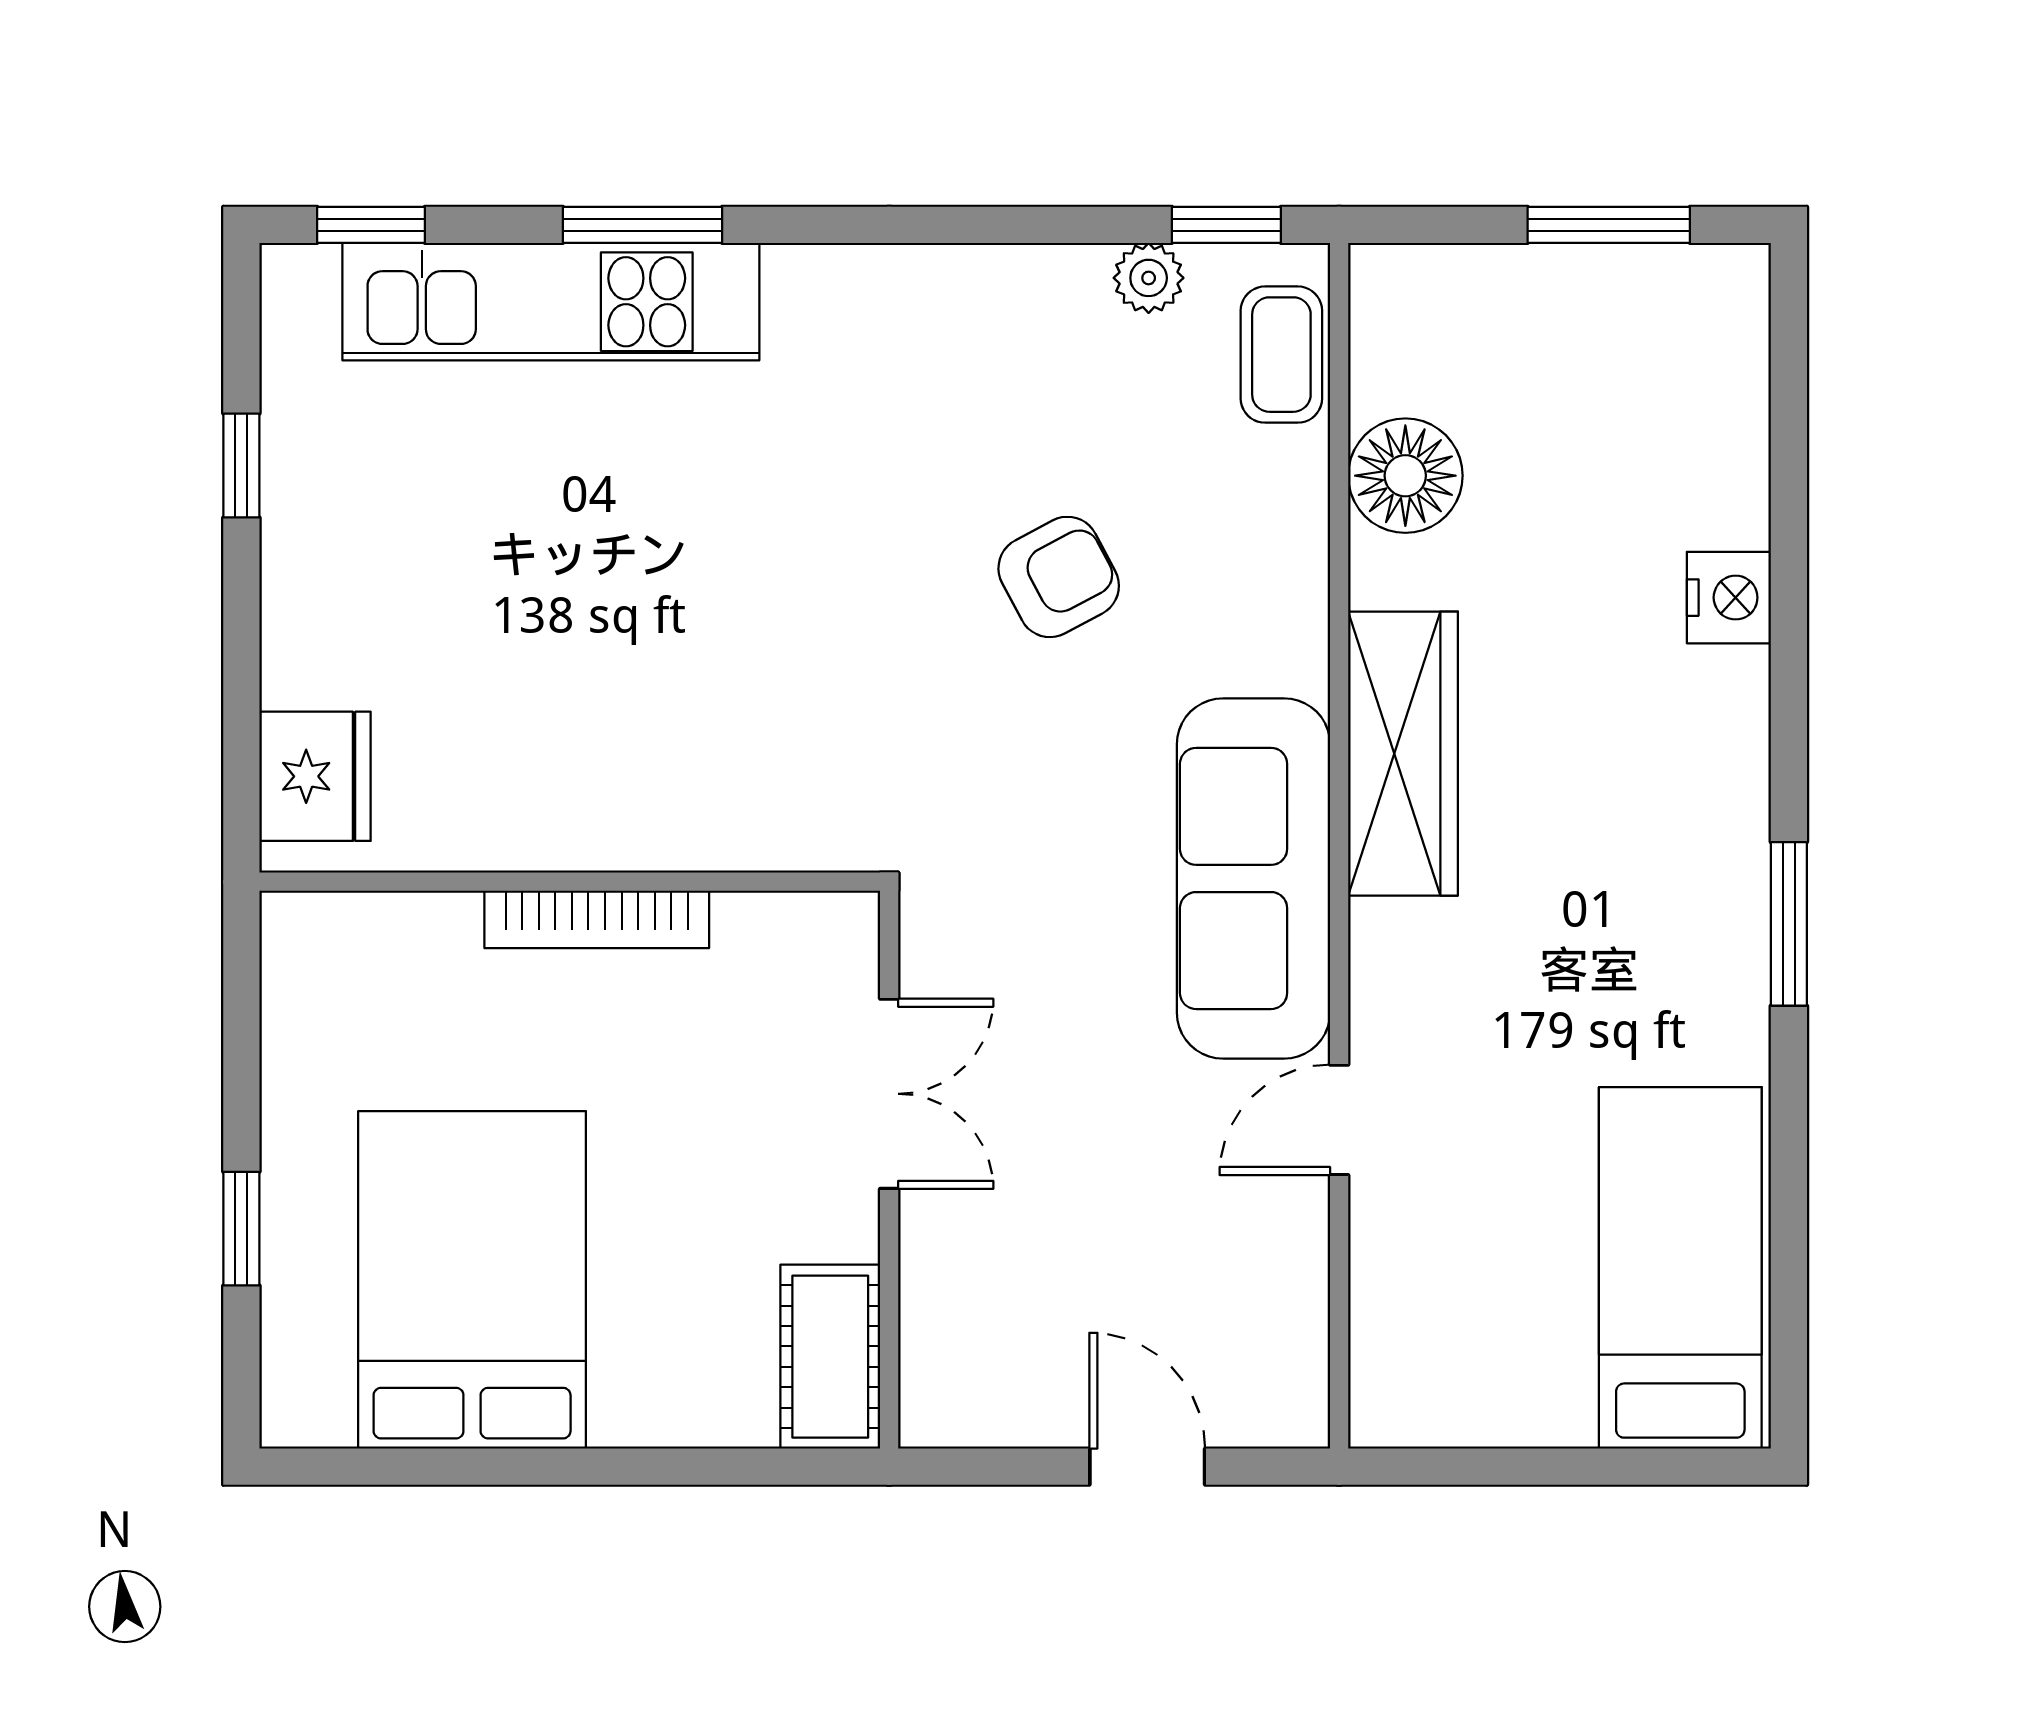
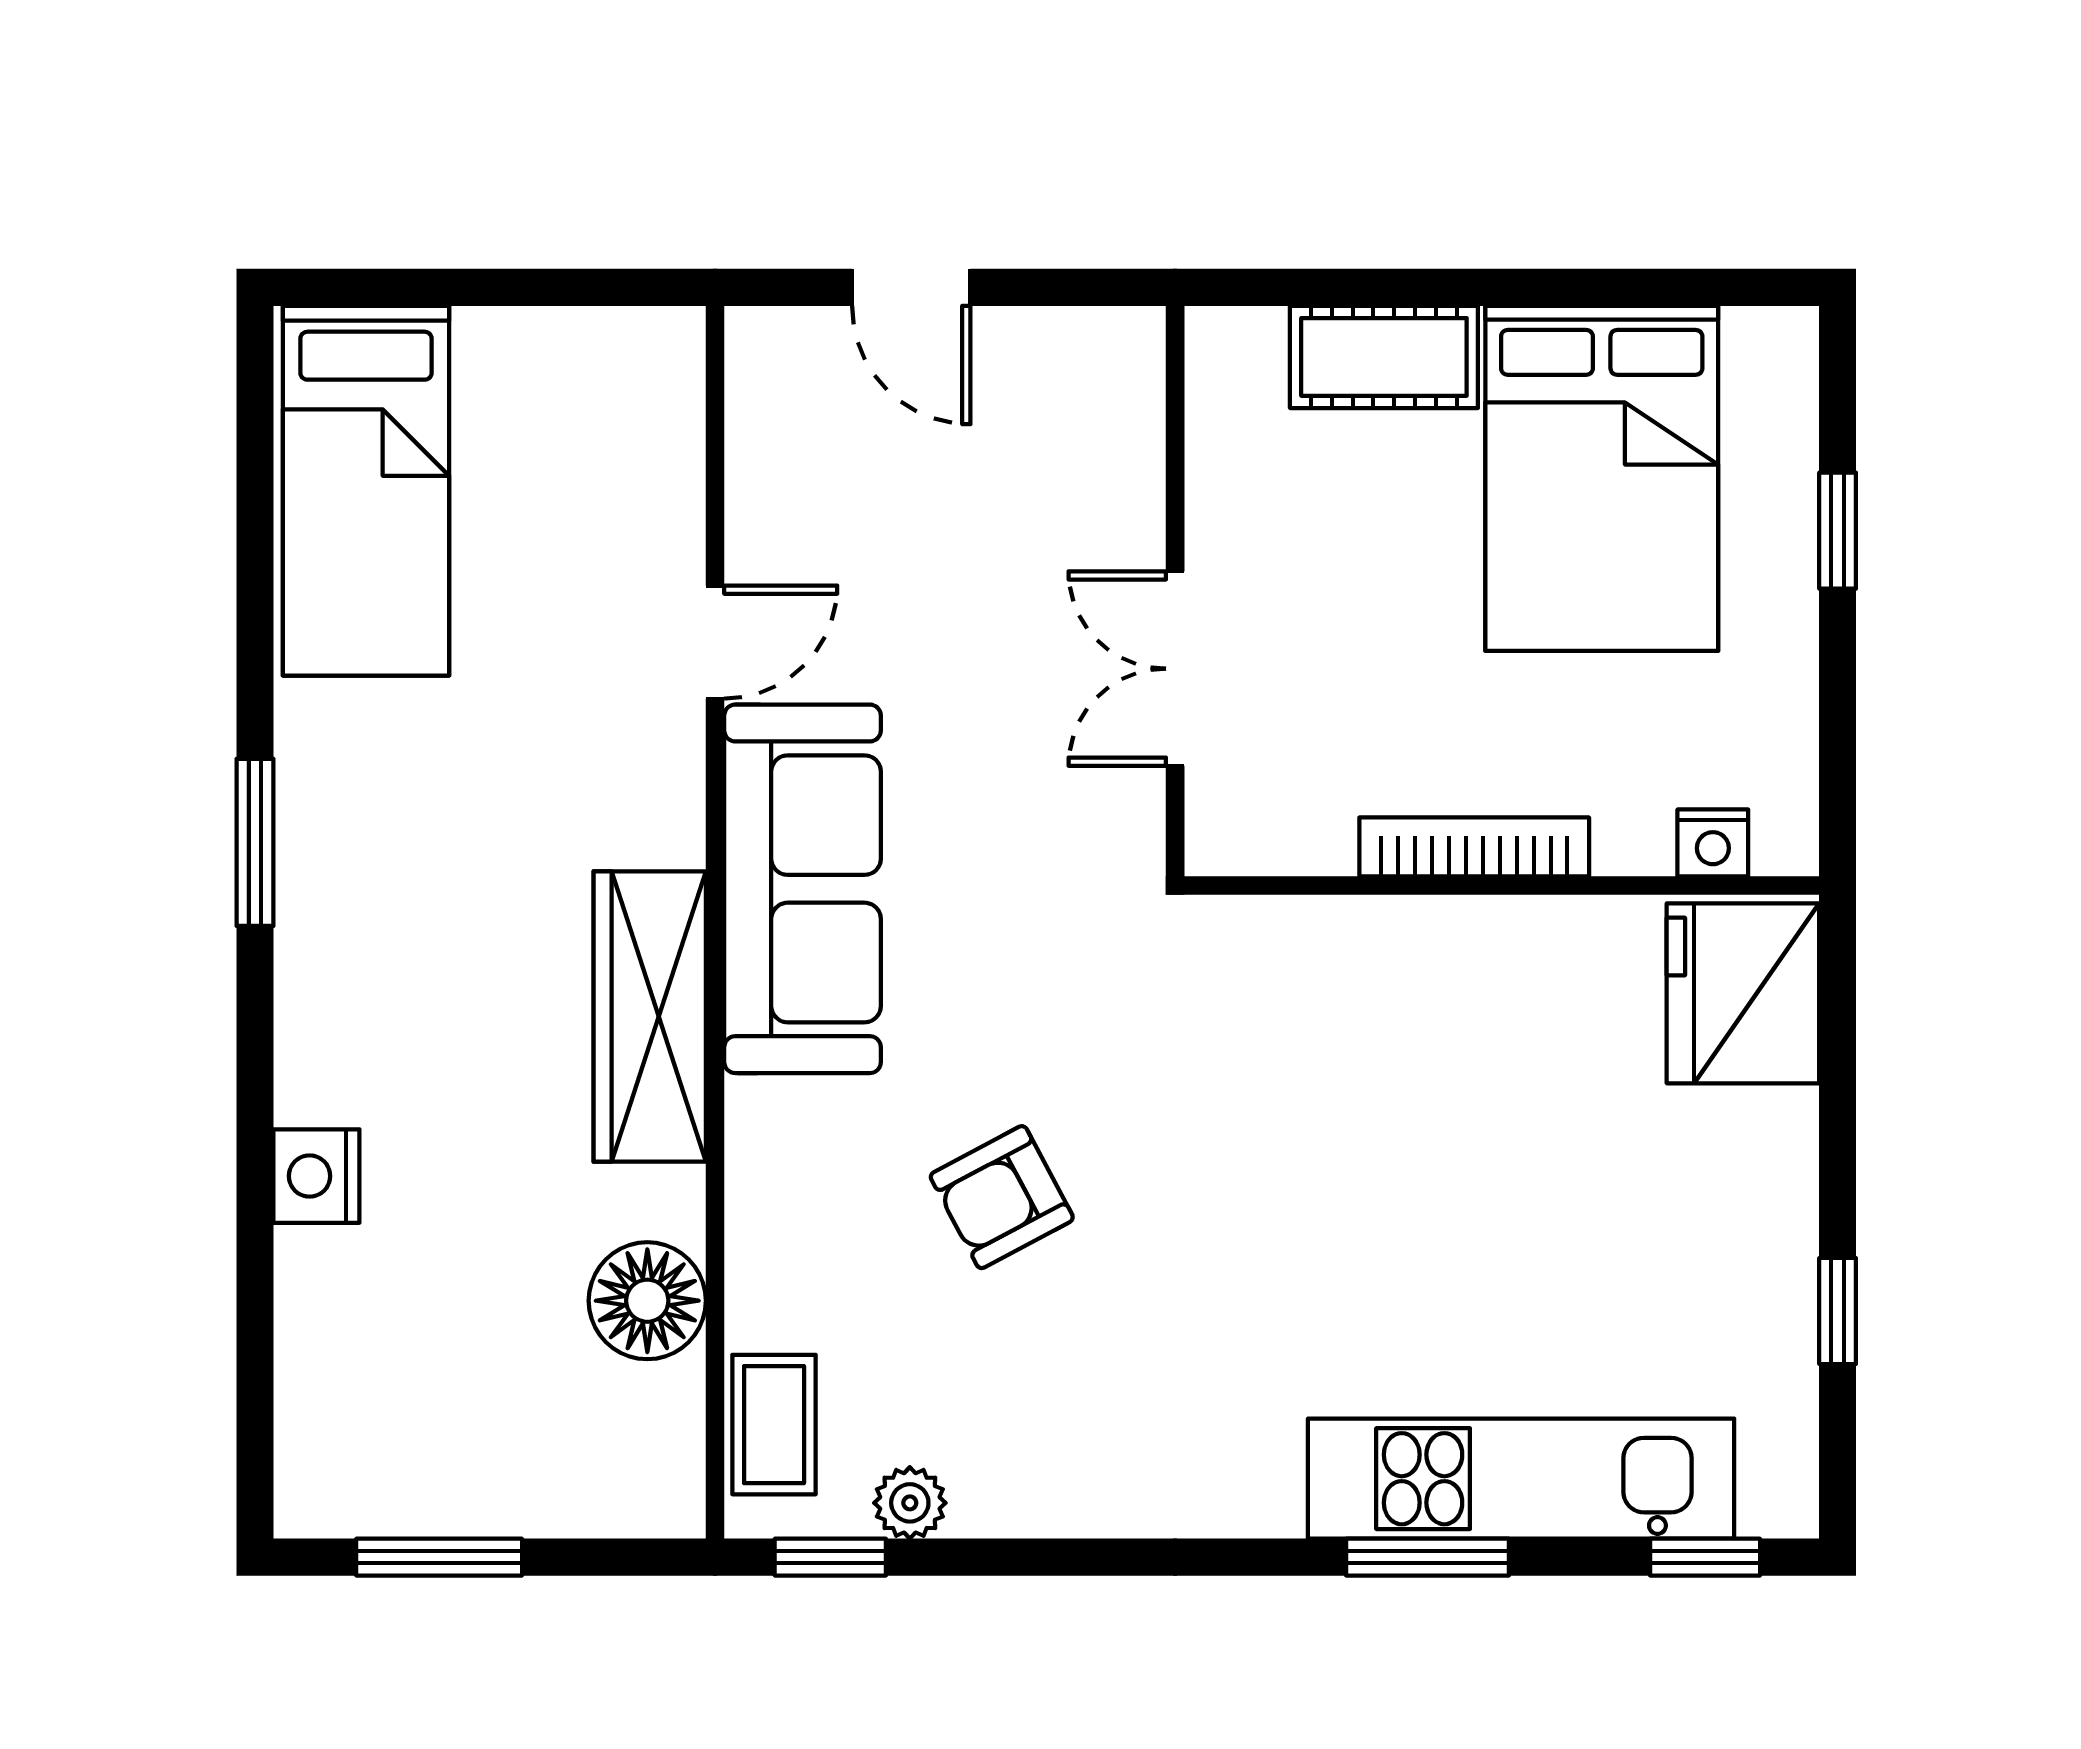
fridge: (315, 776) -> (1743, 993), width x1.36, depth x1.34
nightstand: (363, 923) -> (1713, 843), added
cot: (830, 1357) -> (1384, 357), moved, turned 90

